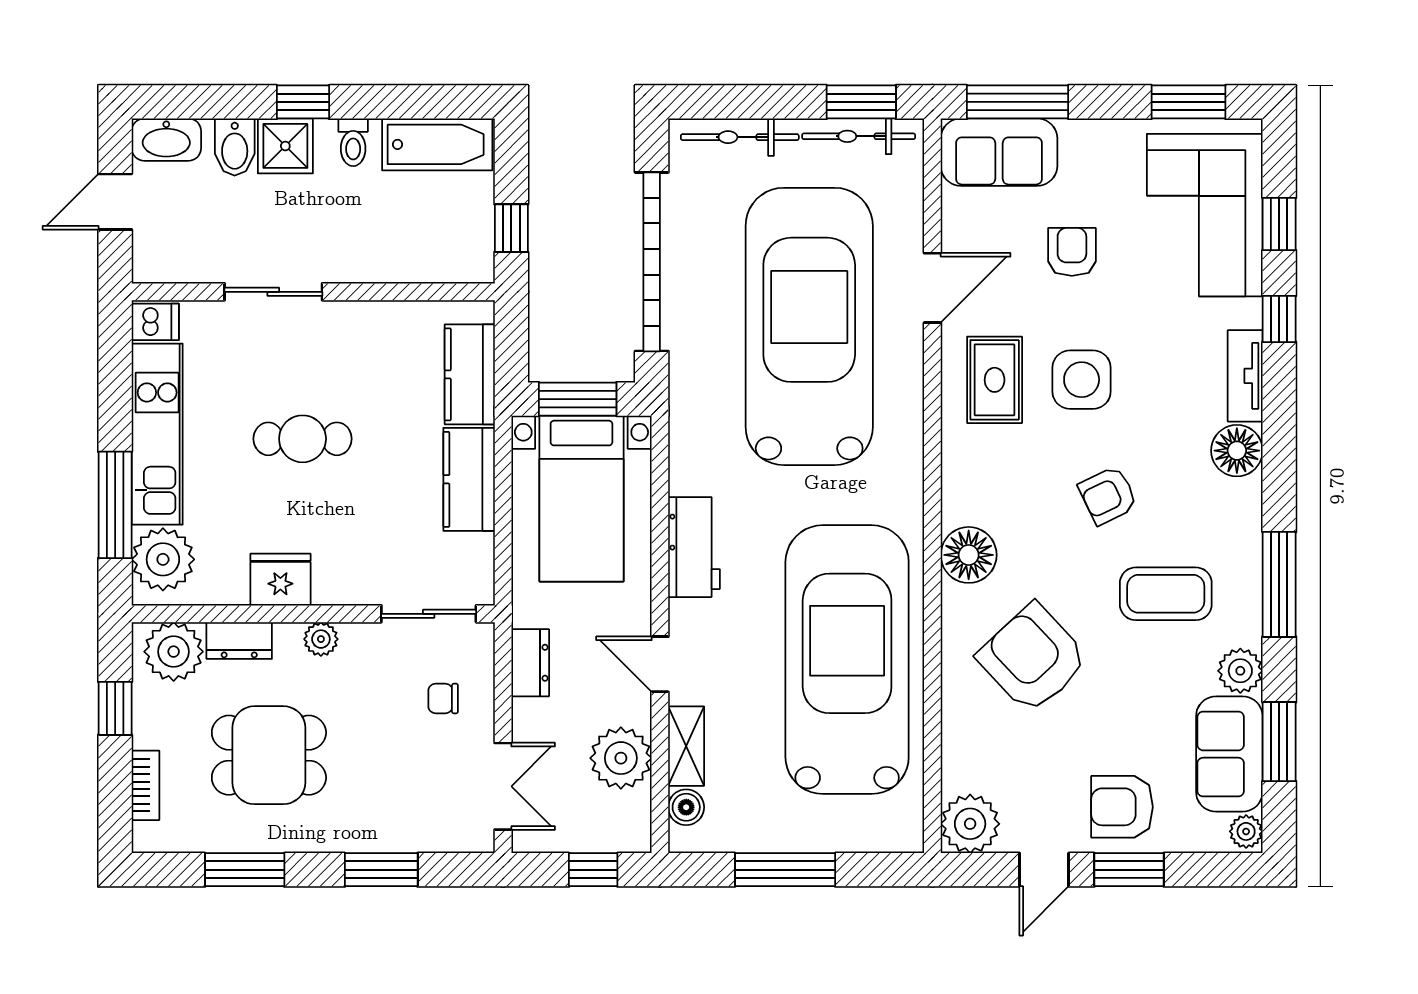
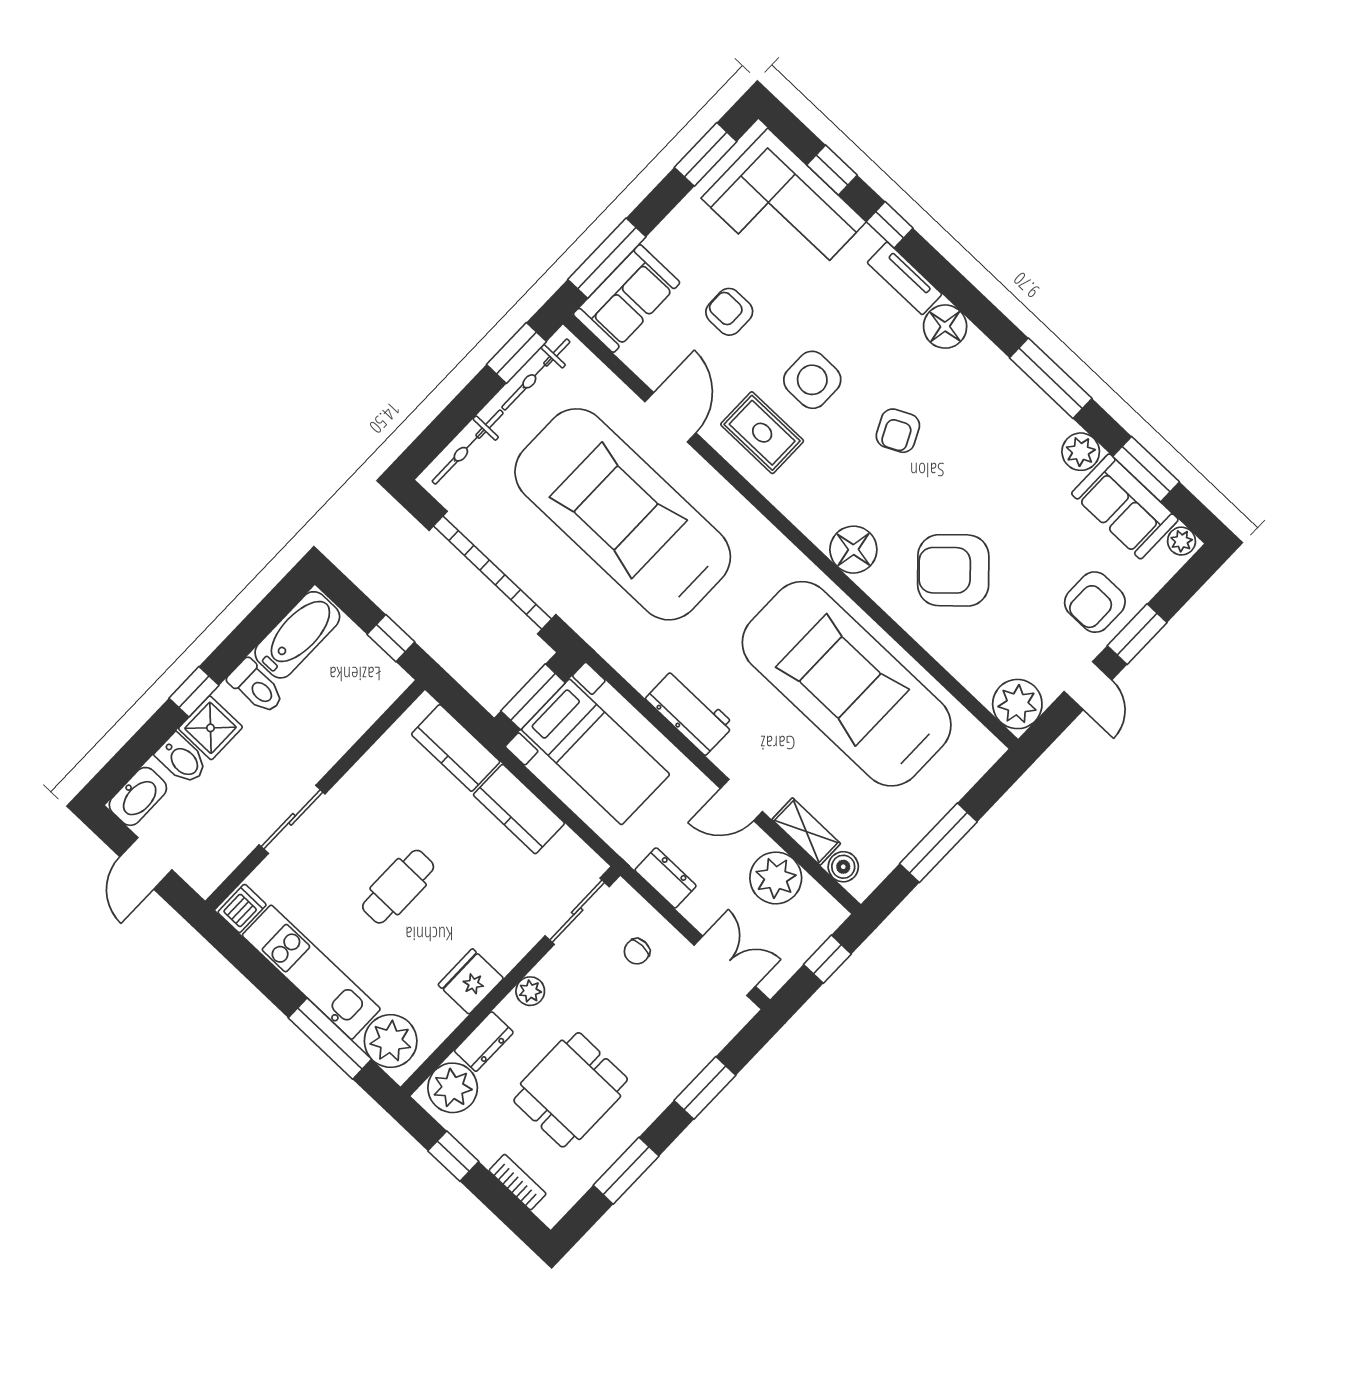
toilet: (353, 142) -> (256, 687), width x1.37, depth x1.39
coffee table: (1166, 594) -> (991, 452), removed

